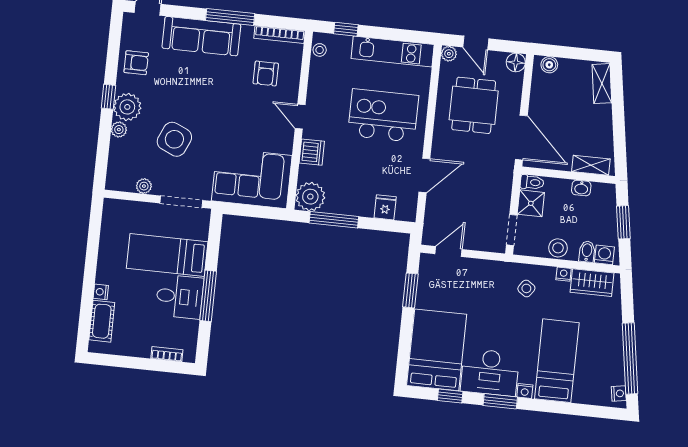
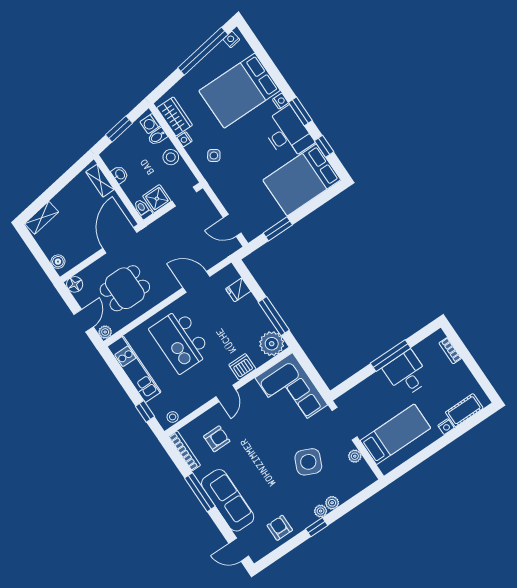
plant: (127, 107) -> (321, 511), width x0.53, depth x0.53
bed: (167, 255) -> (395, 434), moved, turned -90
bed: (557, 361) -> (240, 91), width x1.50

